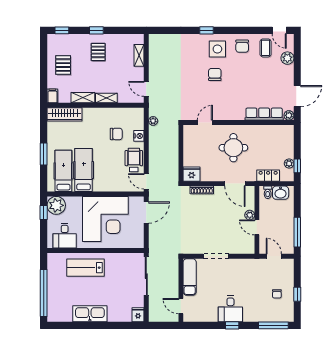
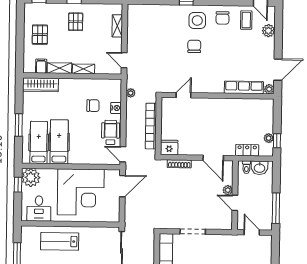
filing cabinet: (52, 96) -> (41, 66), moved
round table: (233, 148) -> (212, 121), removed
bookcase: (173, 153) -> (151, 126), added

